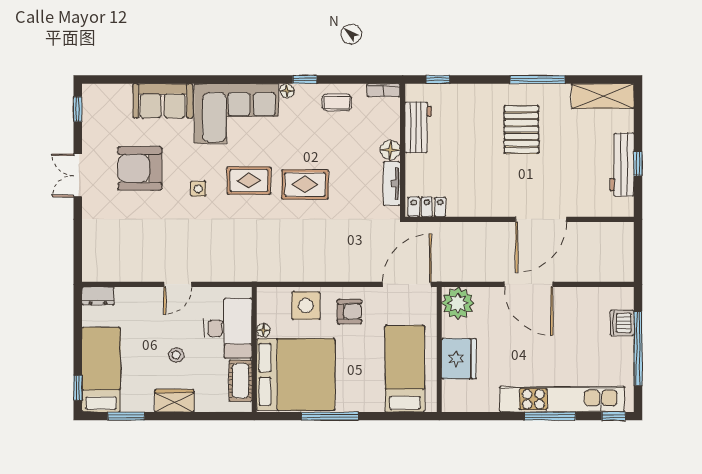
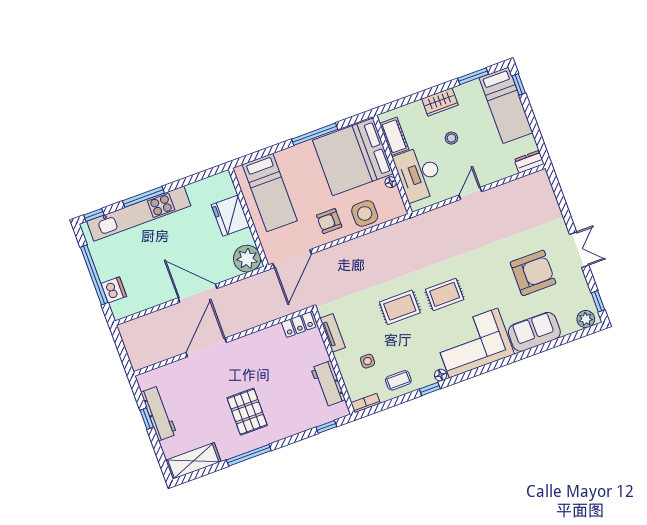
plant: (99, 94) -> (586, 319), added
floor lamp: (390, 150) -> (343, 359), removed
side table: (198, 189) -> (368, 361), moved

